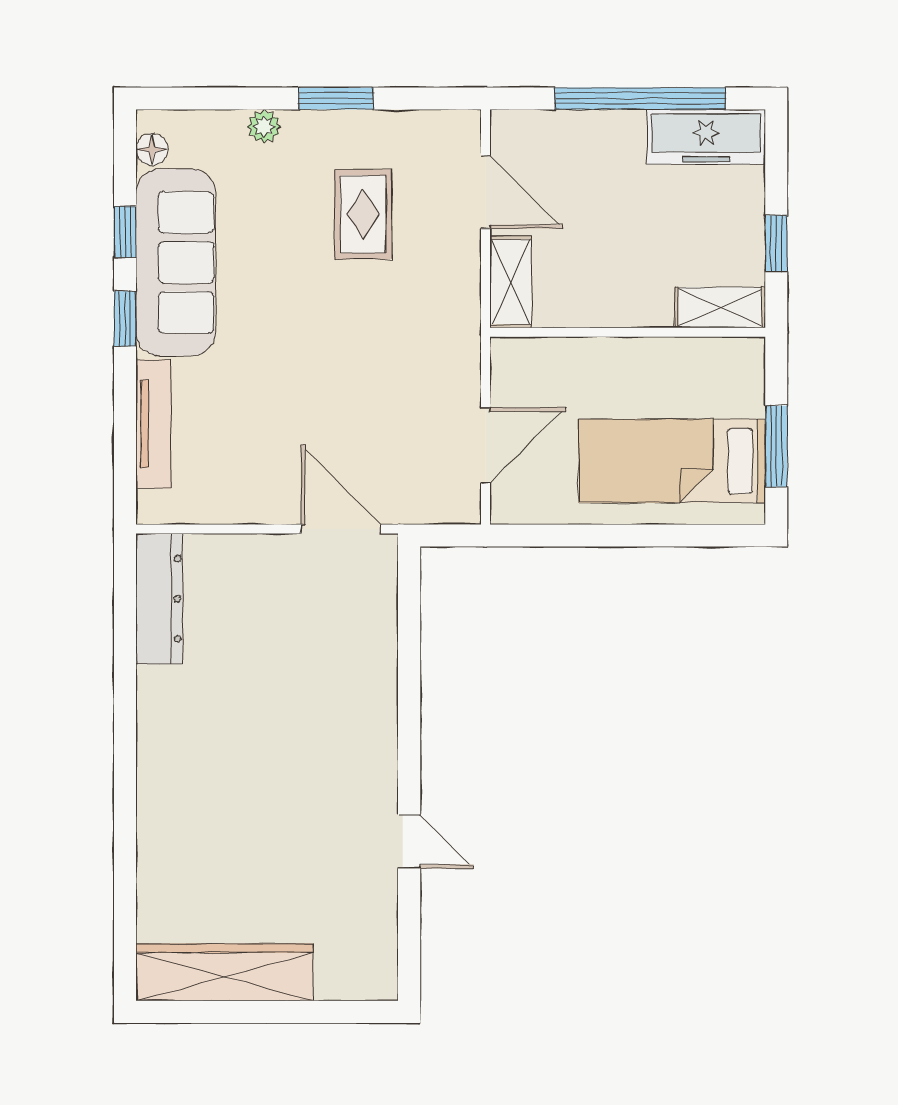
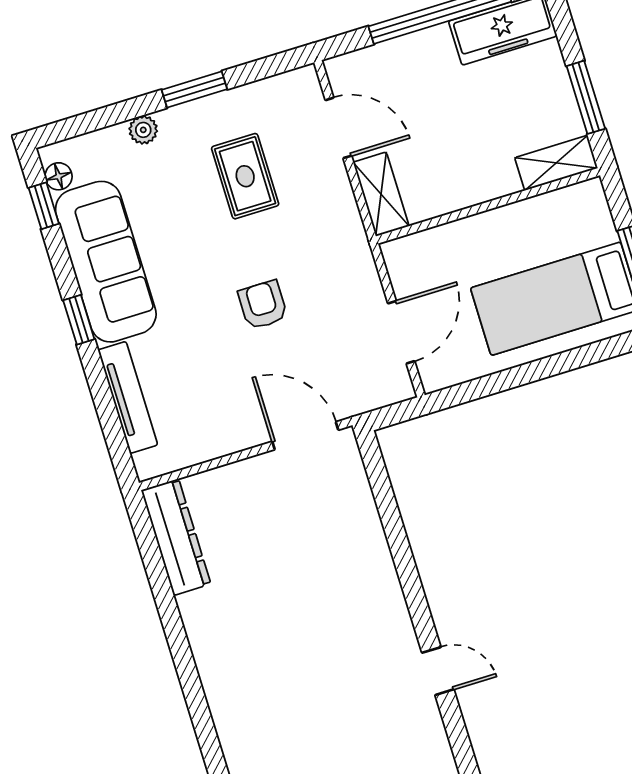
window: (125, 232) -> (44, 206), moved
window: (776, 244) -> (586, 97), width x1.50
armchair: (338, 366) -> (263, 305), added

